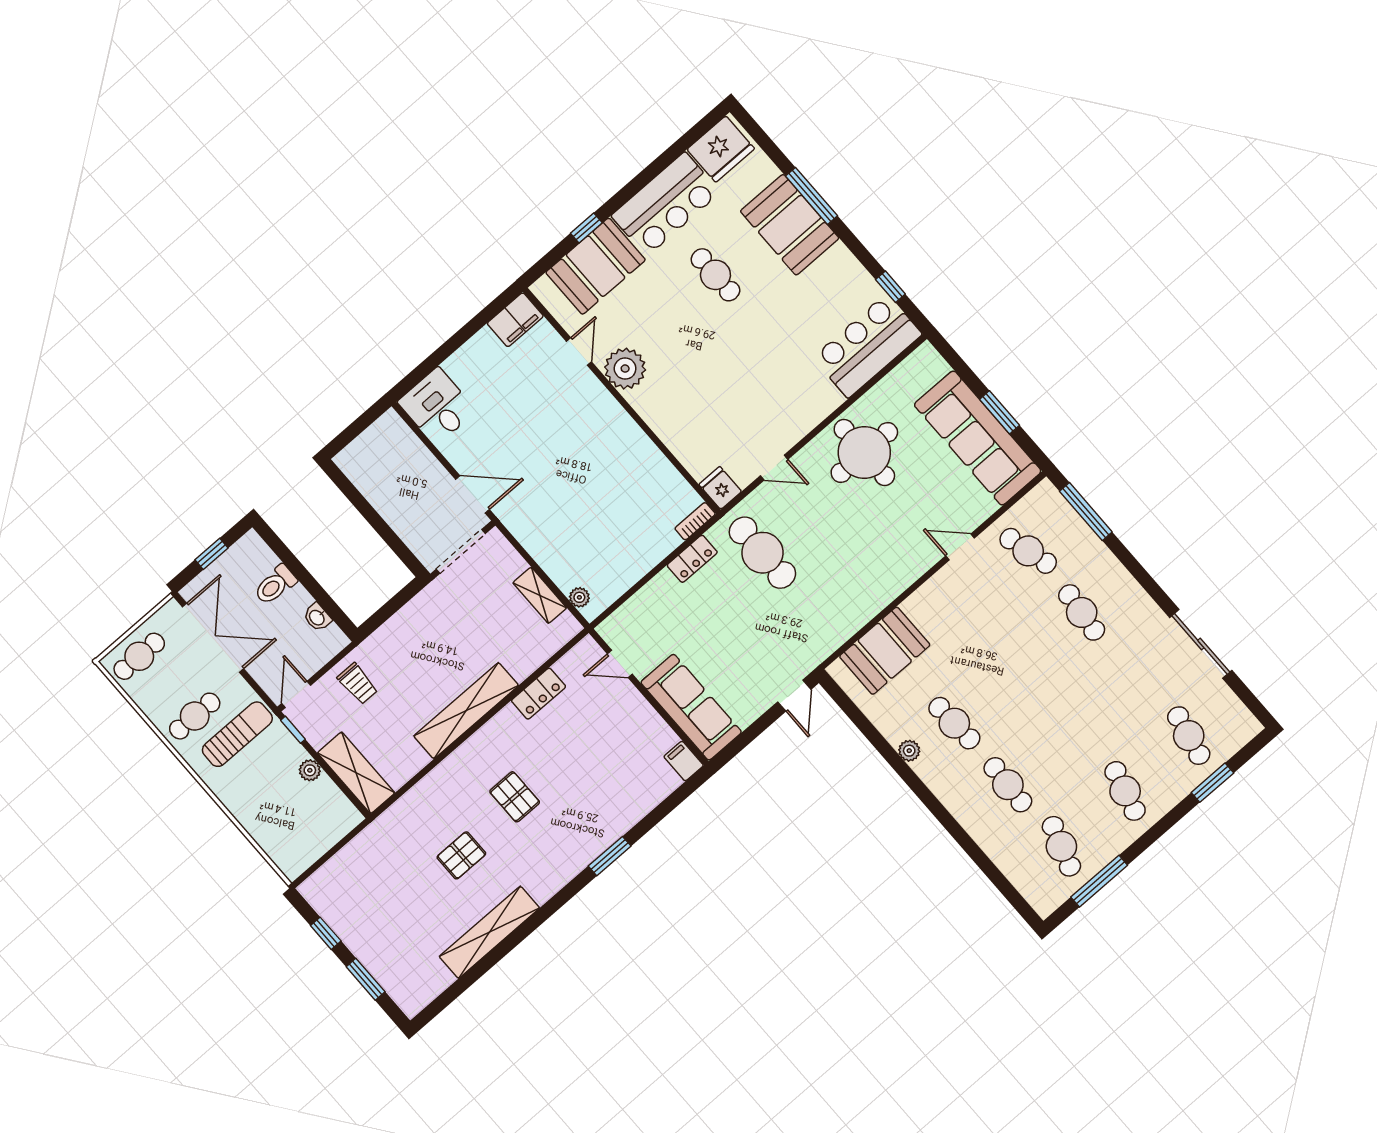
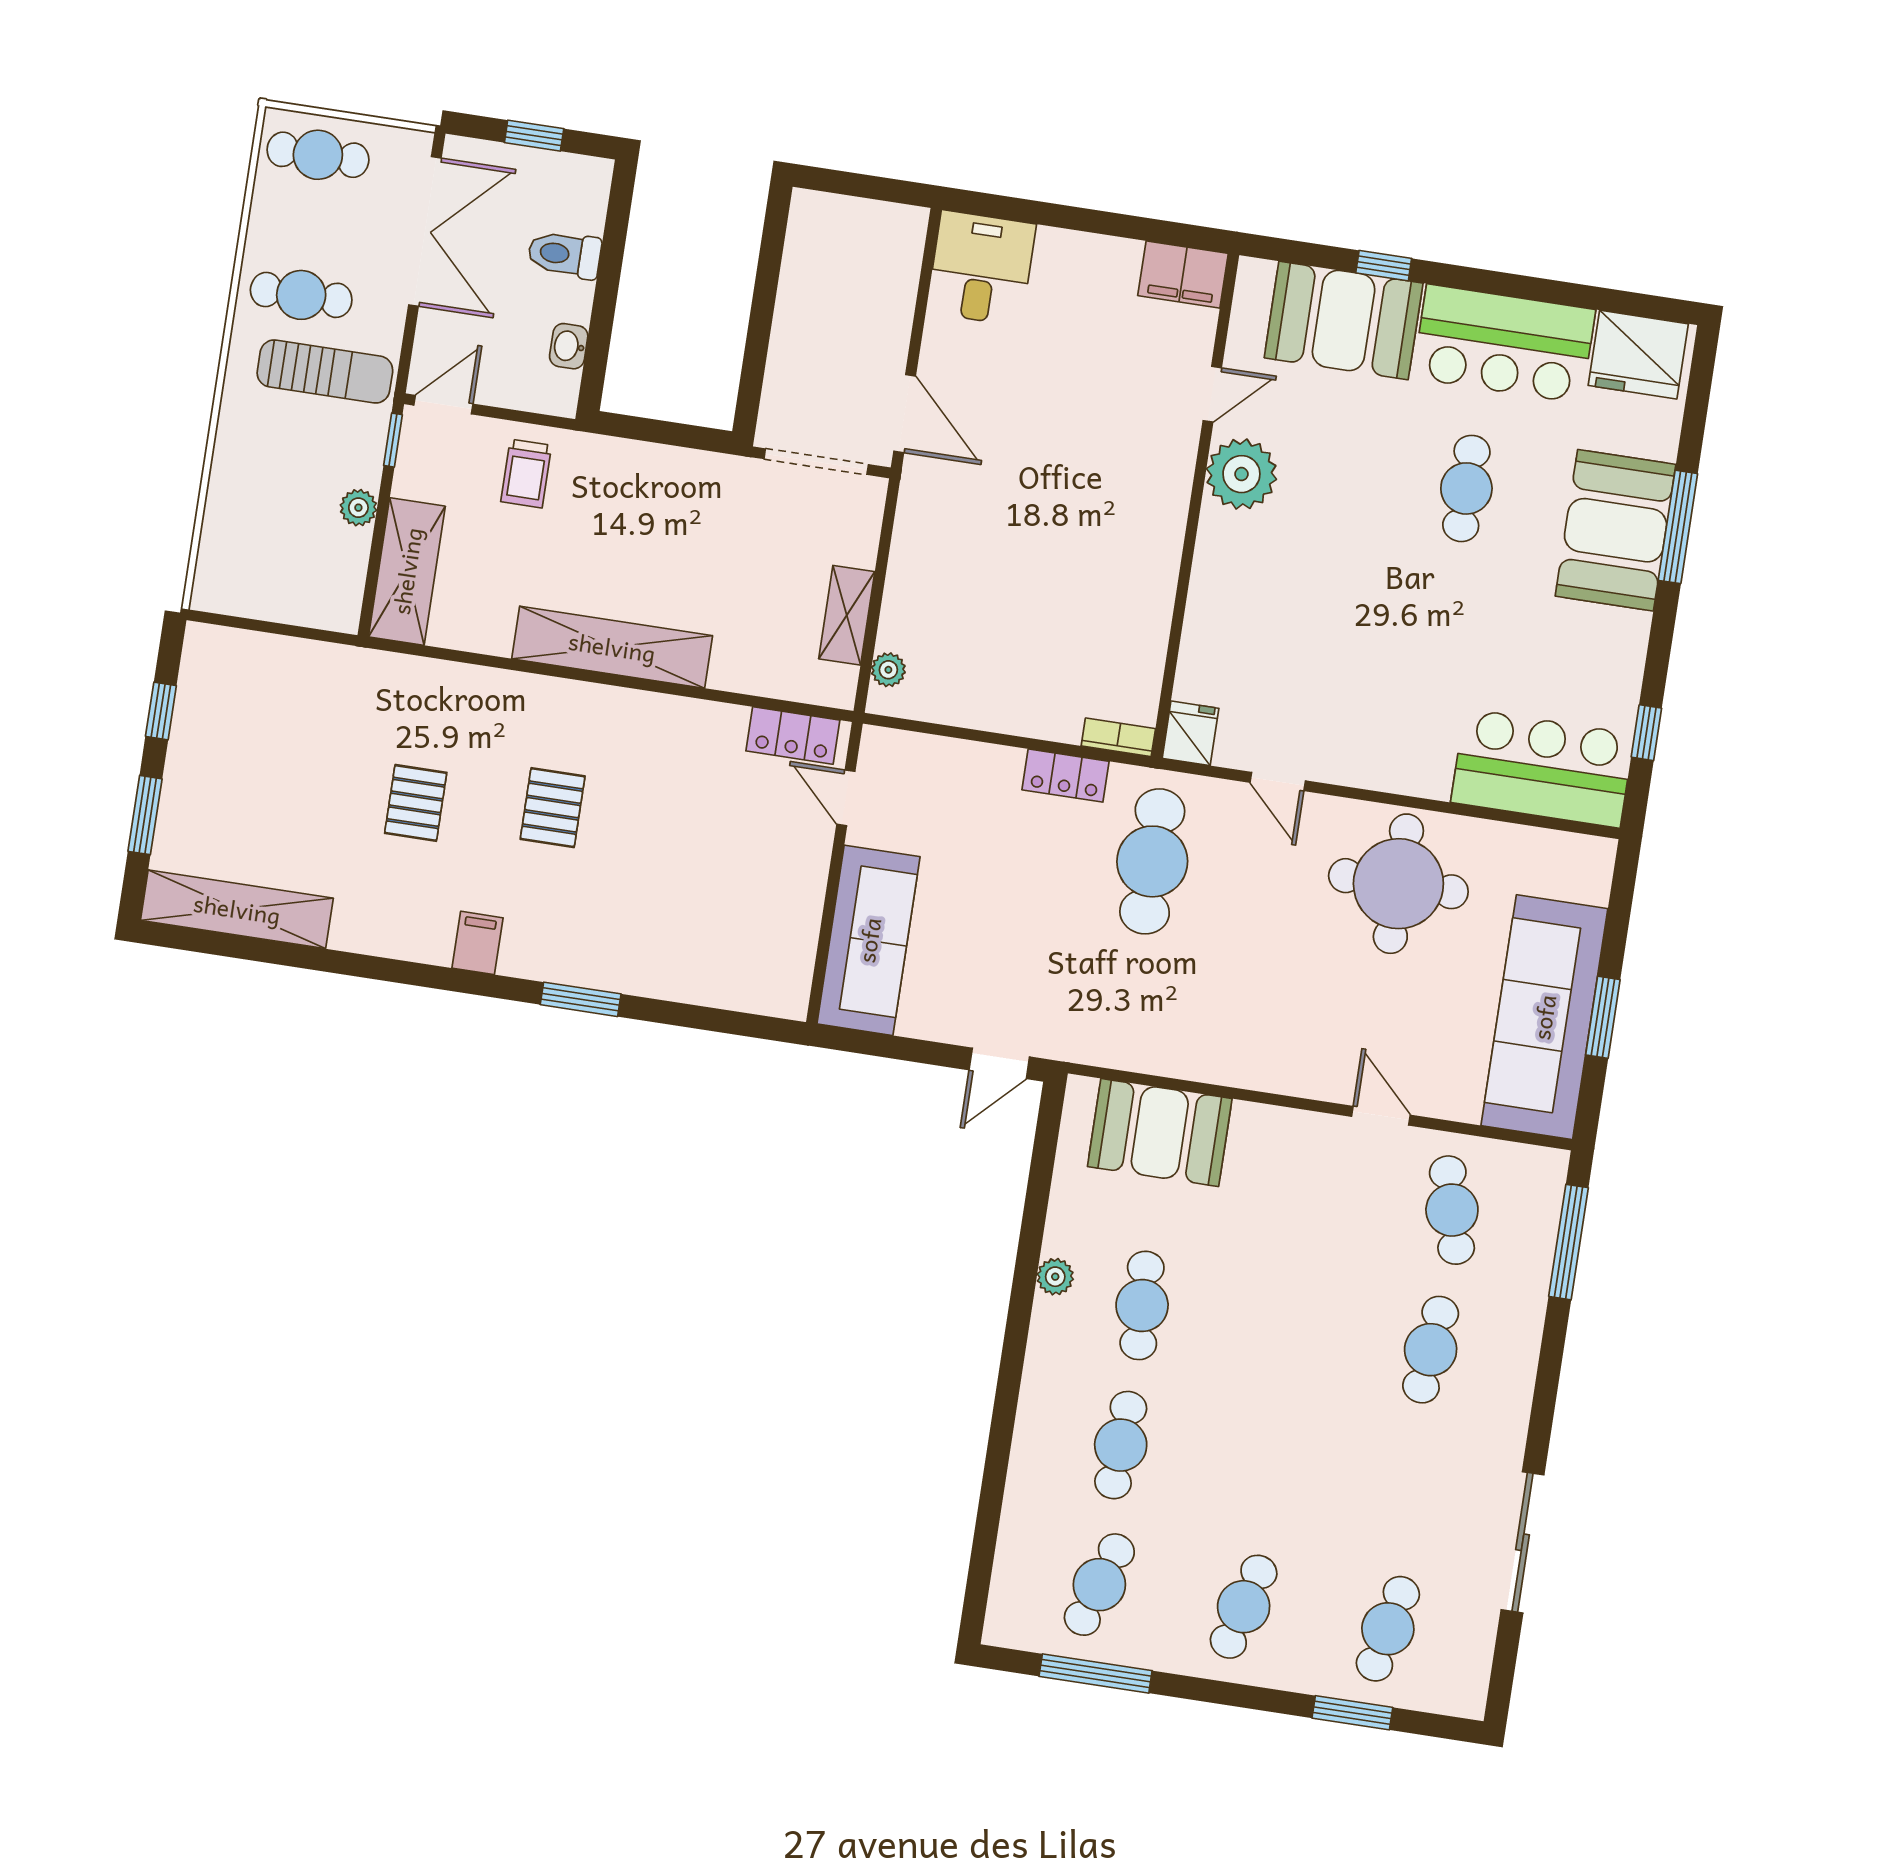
locker: (539, 694) -> (793, 735), moved
filing cabinet: (684, 761) -> (478, 943), moved
pallet: (461, 855) -> (416, 803), turned 90
shelving: (489, 932) -> (237, 909), moved

